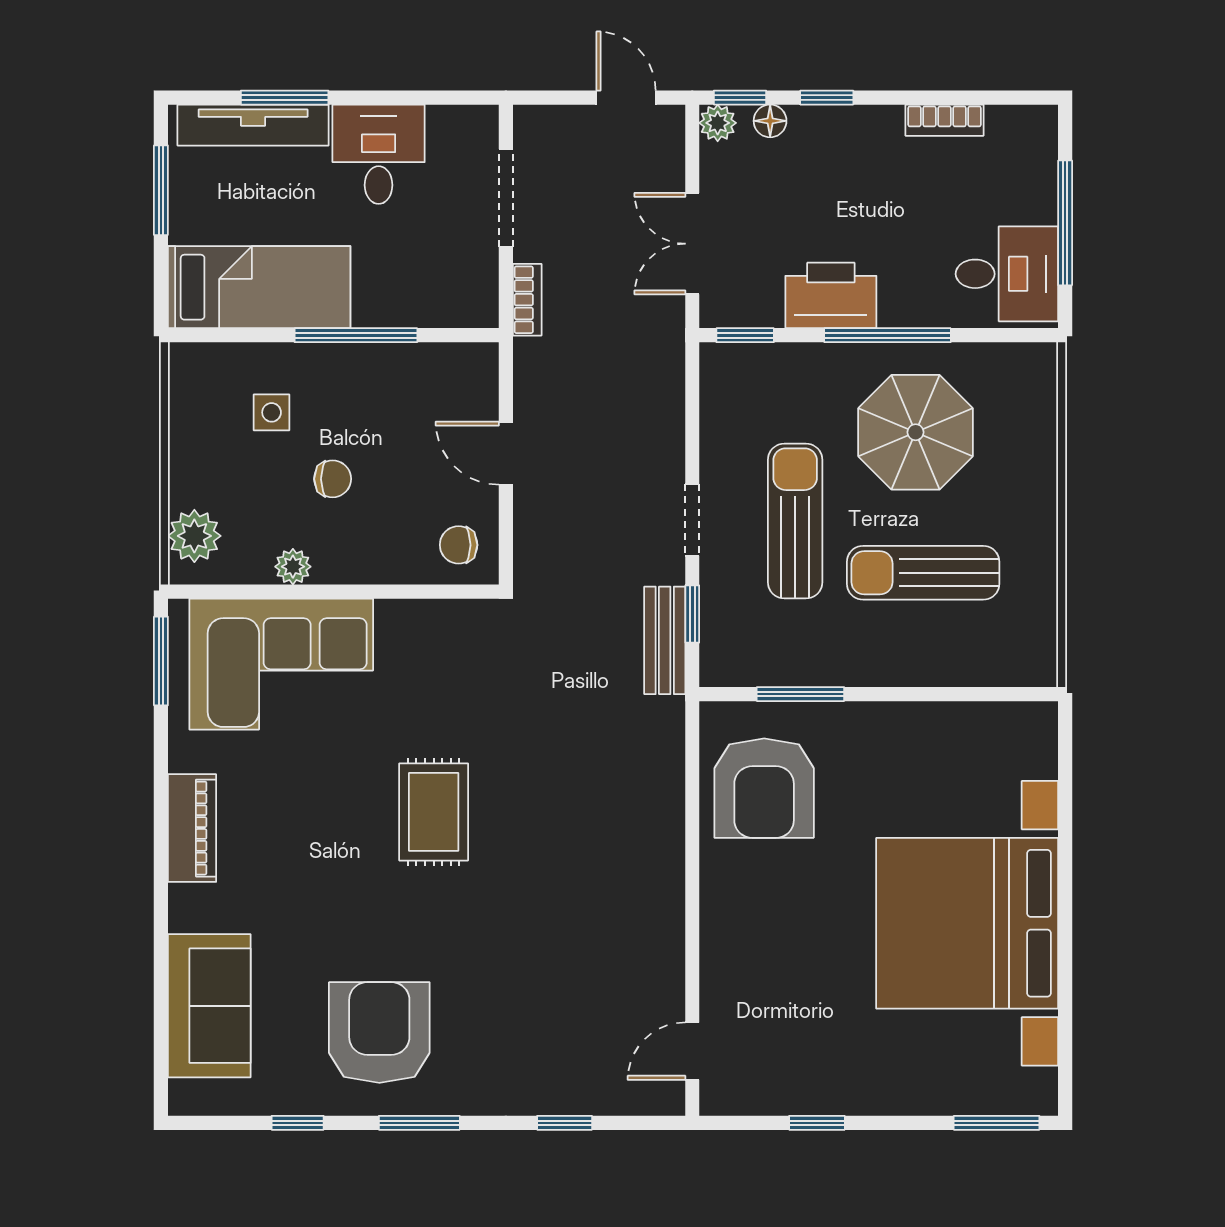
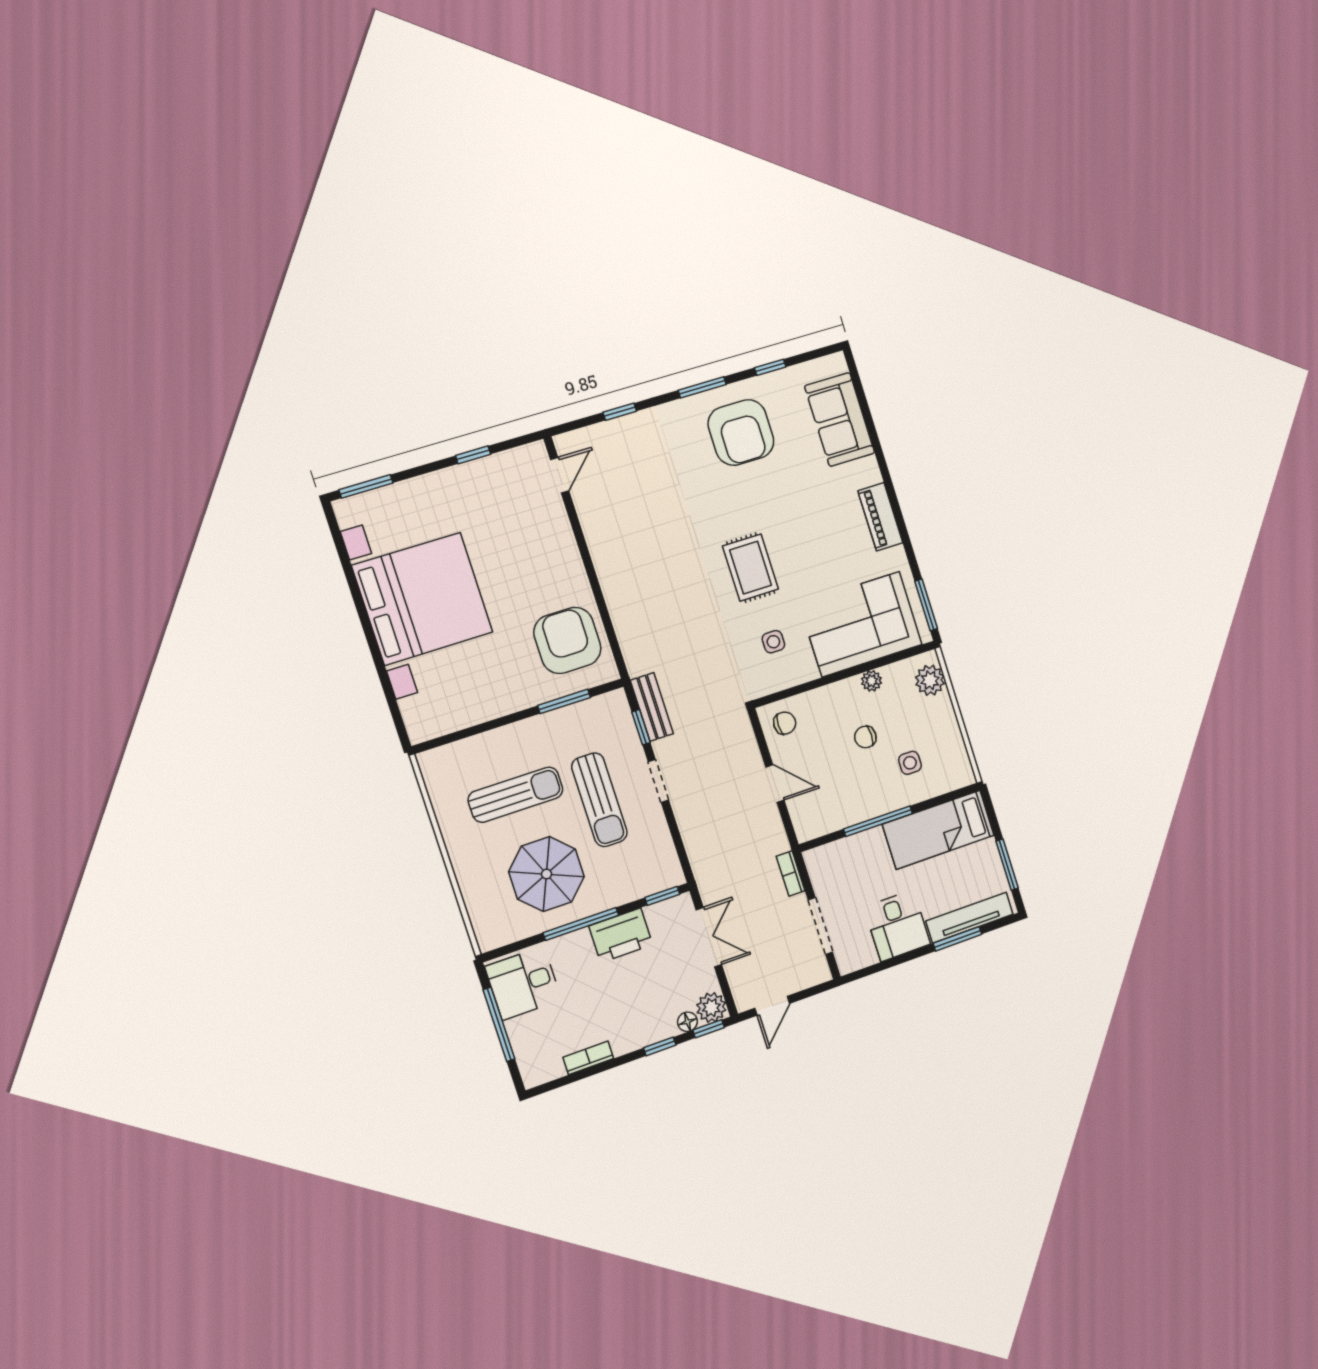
door: (626, 98) -> (772, 1006), hinge flipped
plant: (718, 123) -> (711, 1008), width x1.38, depth x1.38
side table: (435, 681) -> (773, 642), added

